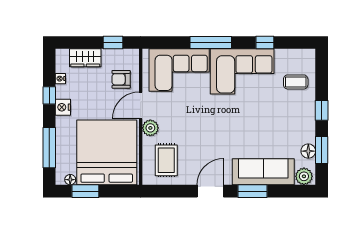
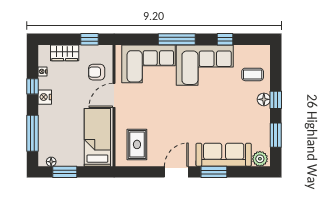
plant: (150, 128) -> (123, 116), removed
floor lamp: (308, 151) -> (264, 99), moved
bed: (107, 152) -> (97, 137), width x0.49

